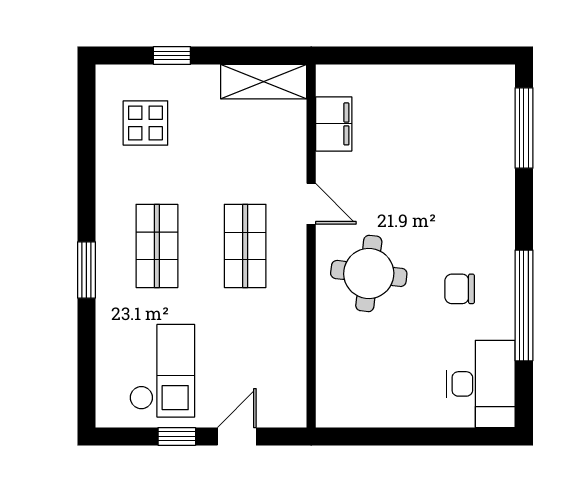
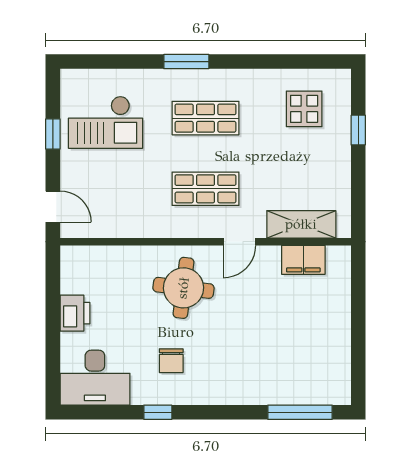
shelving: (264, 82) -> (301, 224), moved, turned 90
chair: (460, 289) -> (171, 361), turned 180
window: (524, 305) -> (158, 412), width x0.32
printer: (400, 409) -> (75, 313), added
door: (237, 436) -> (53, 207), moved

